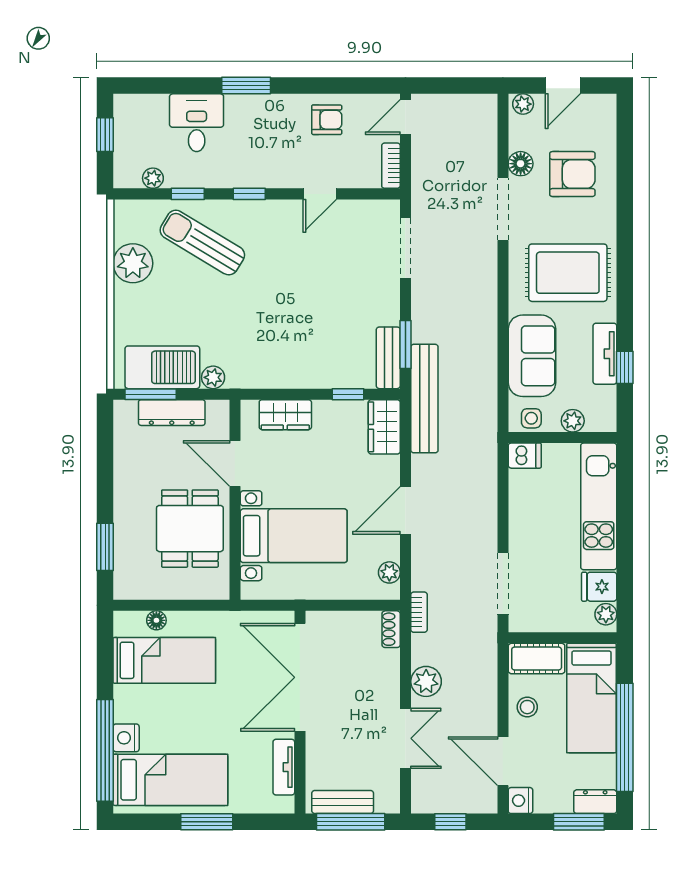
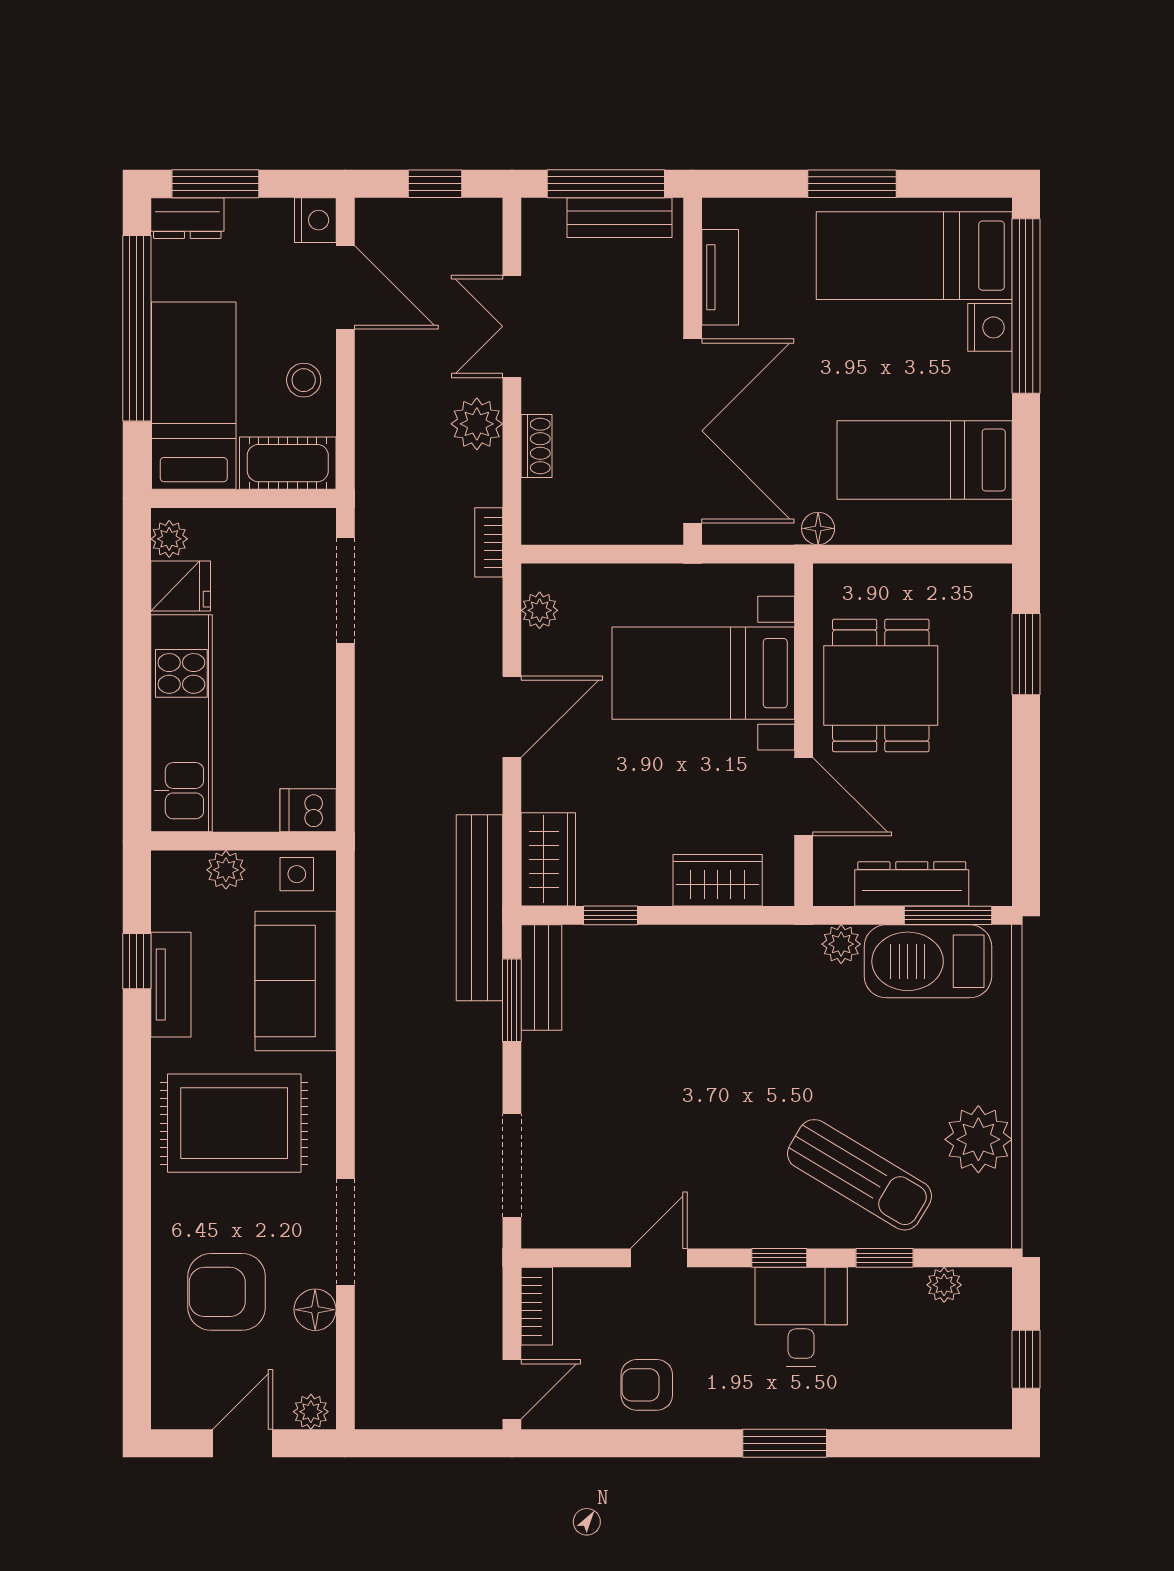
desk: (197, 123) -> (801, 1317), moved, turned 180
floor lamp: (156, 620) -> (818, 528), moved
shoe rack: (391, 629) -> (537, 446), moved

